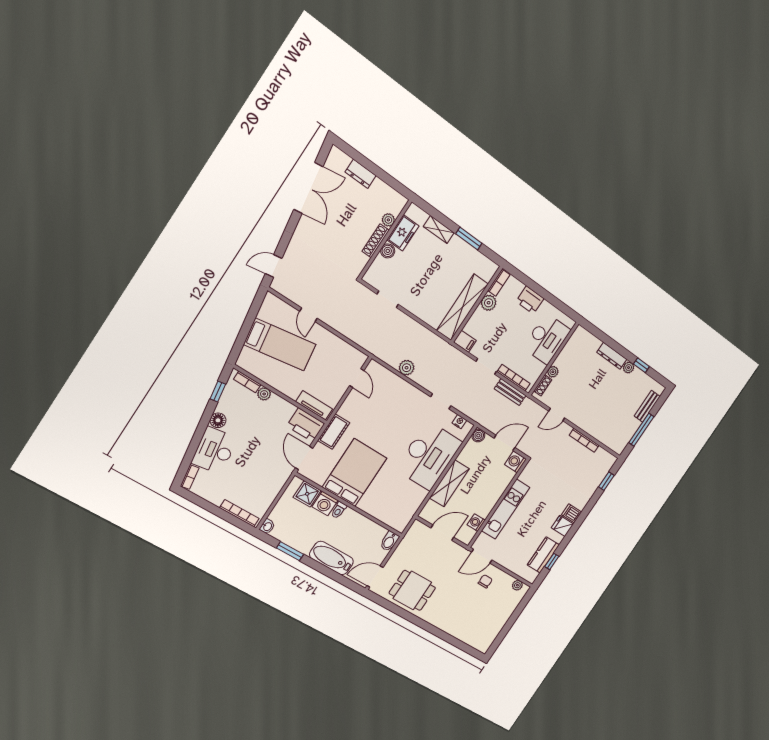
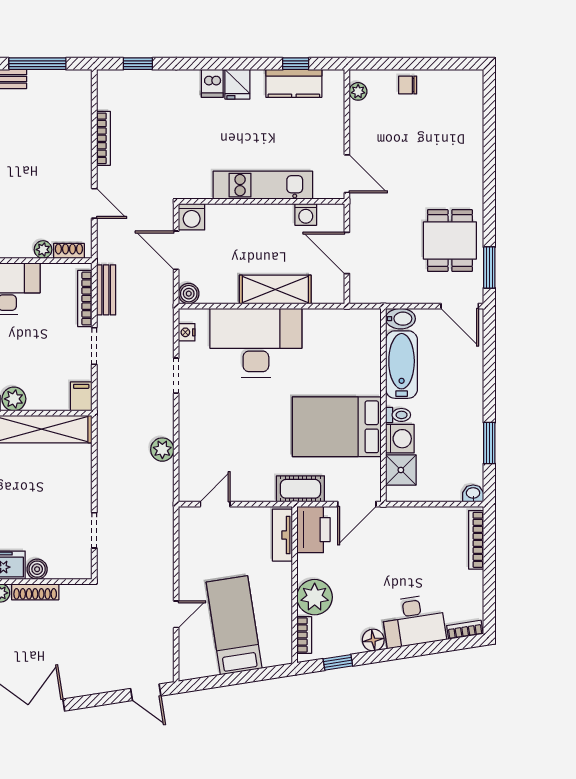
plant: (264, 394) -> (315, 597), width x1.87, depth x1.87
bathtub: (331, 558) -> (402, 365), moved, turned 180
chair: (485, 581) -> (408, 85), moved
window: (385, 603) -> (489, 268), added

